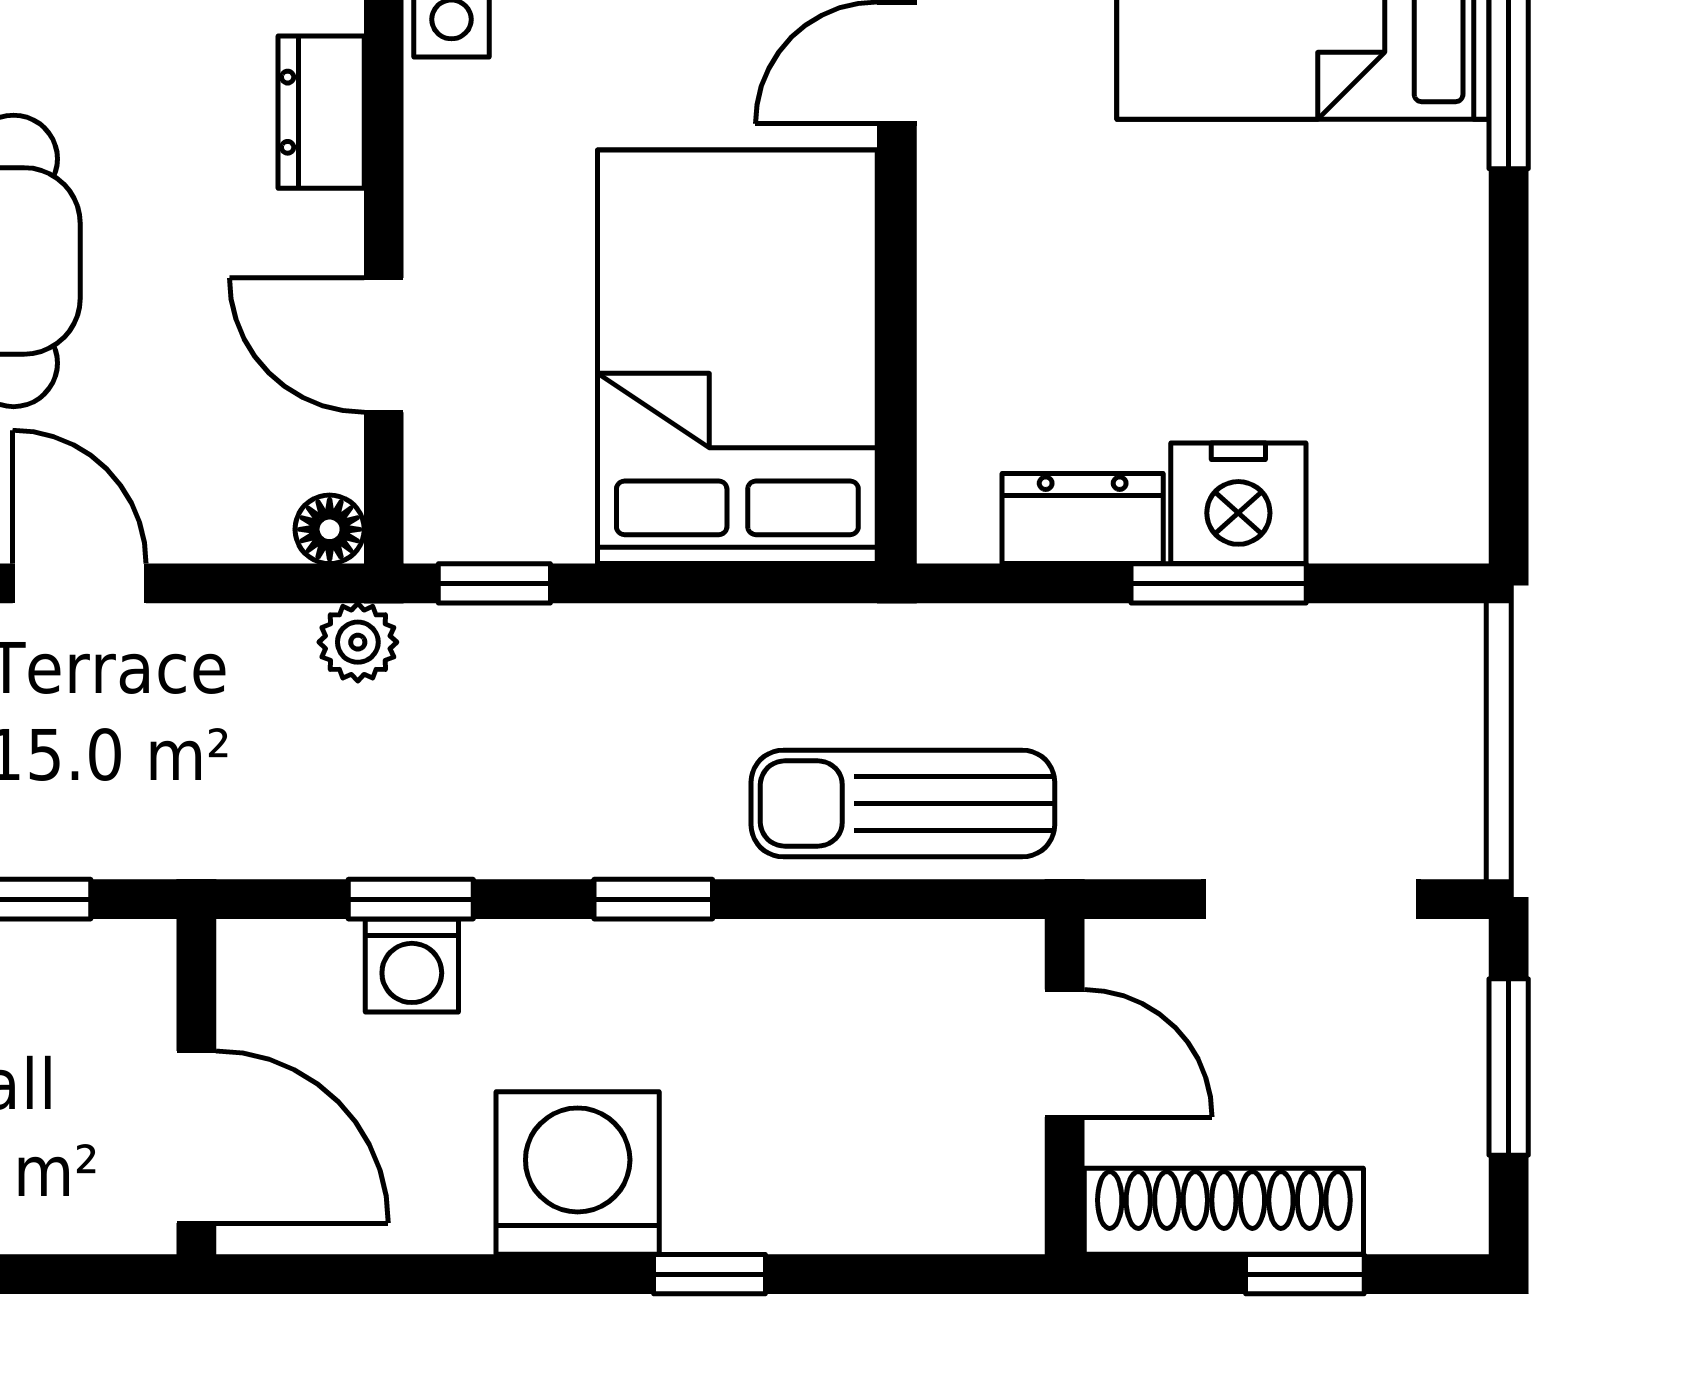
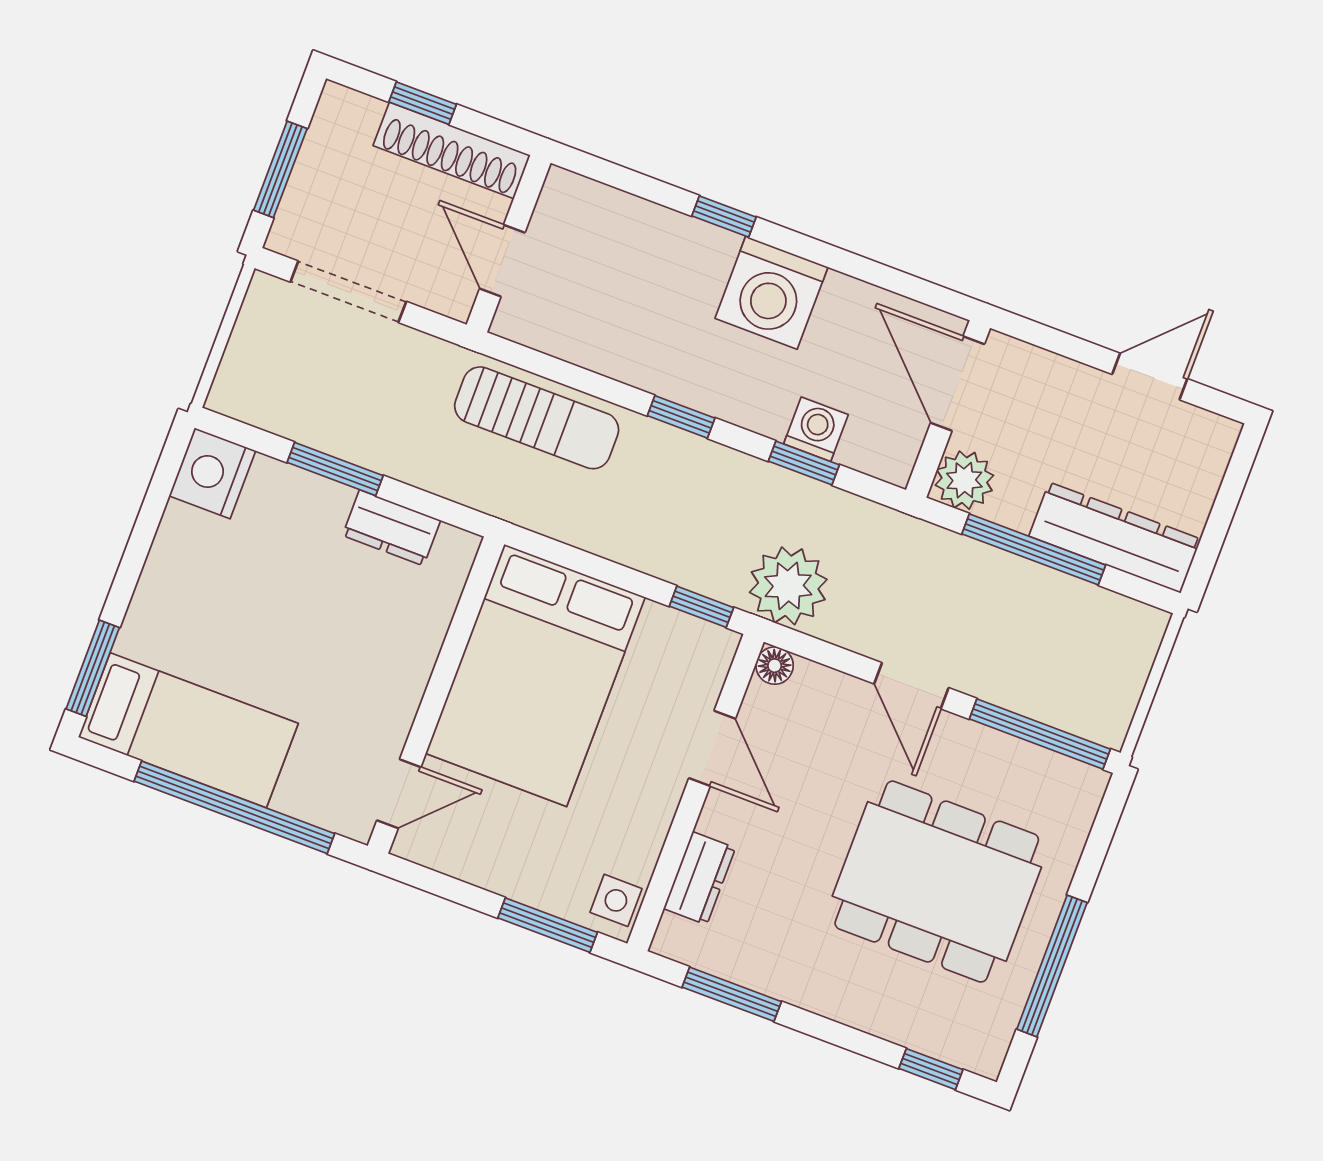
nightstand: (1238, 503) -> (212, 473), moved, turned -90
plant: (358, 642) -> (788, 586), width x1.87, depth x1.87
plant: (122, 974) -> (964, 480), added

